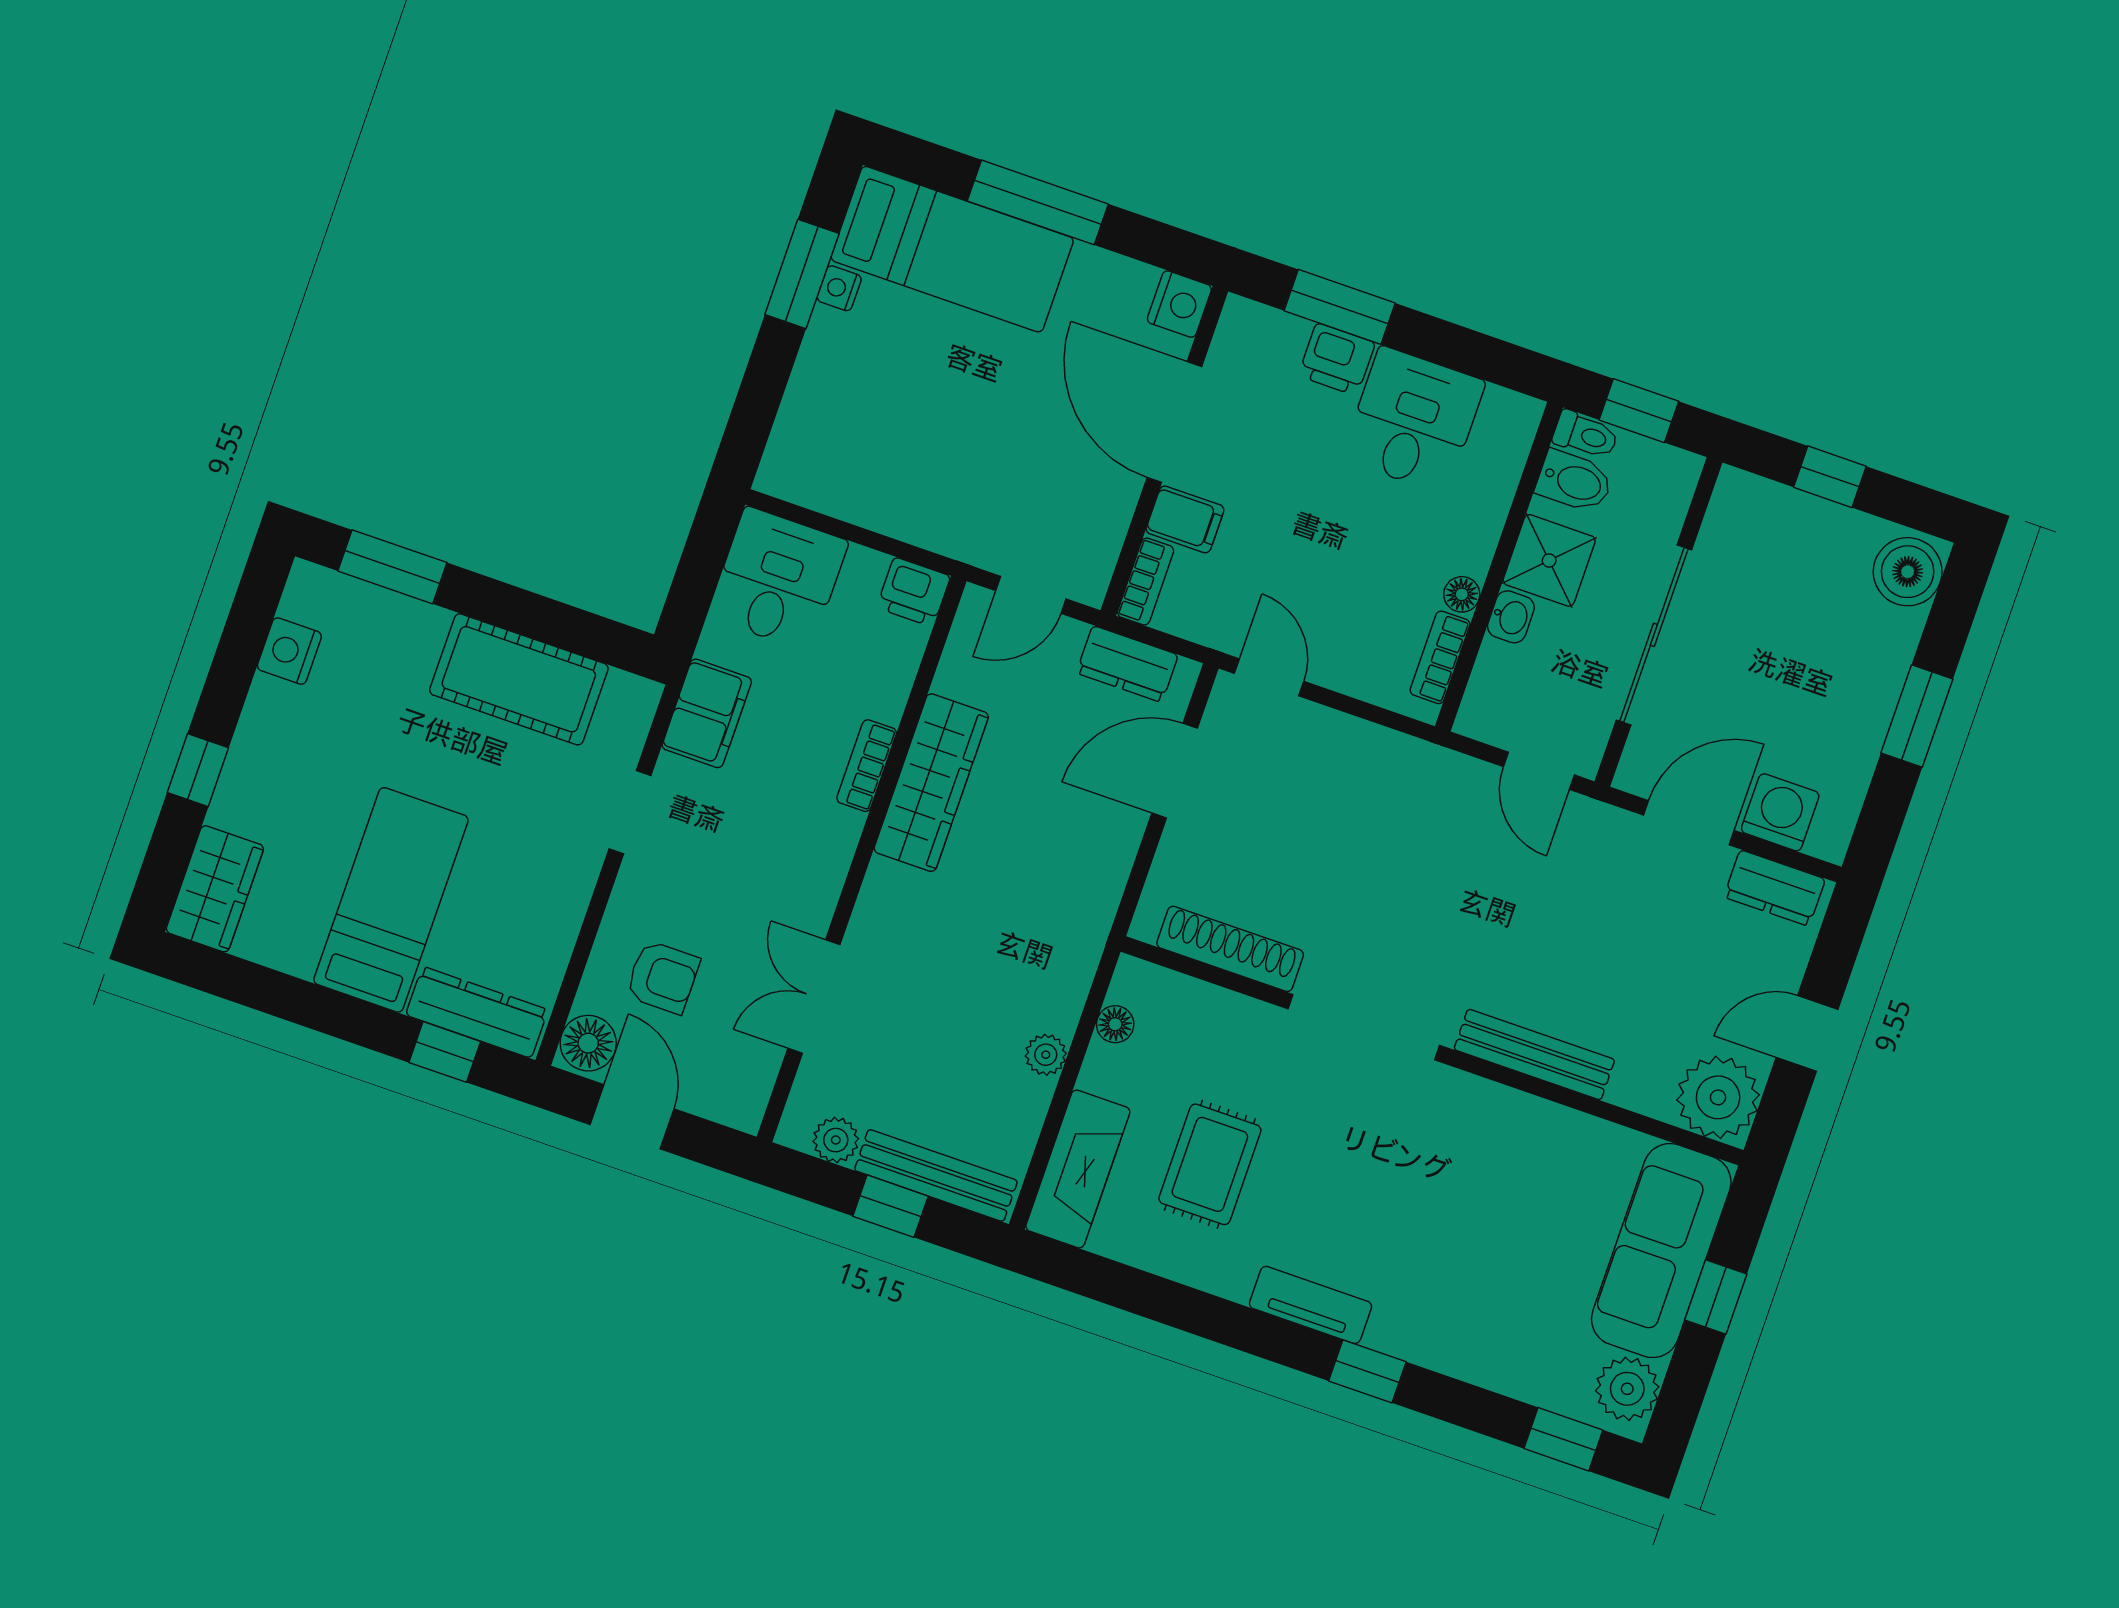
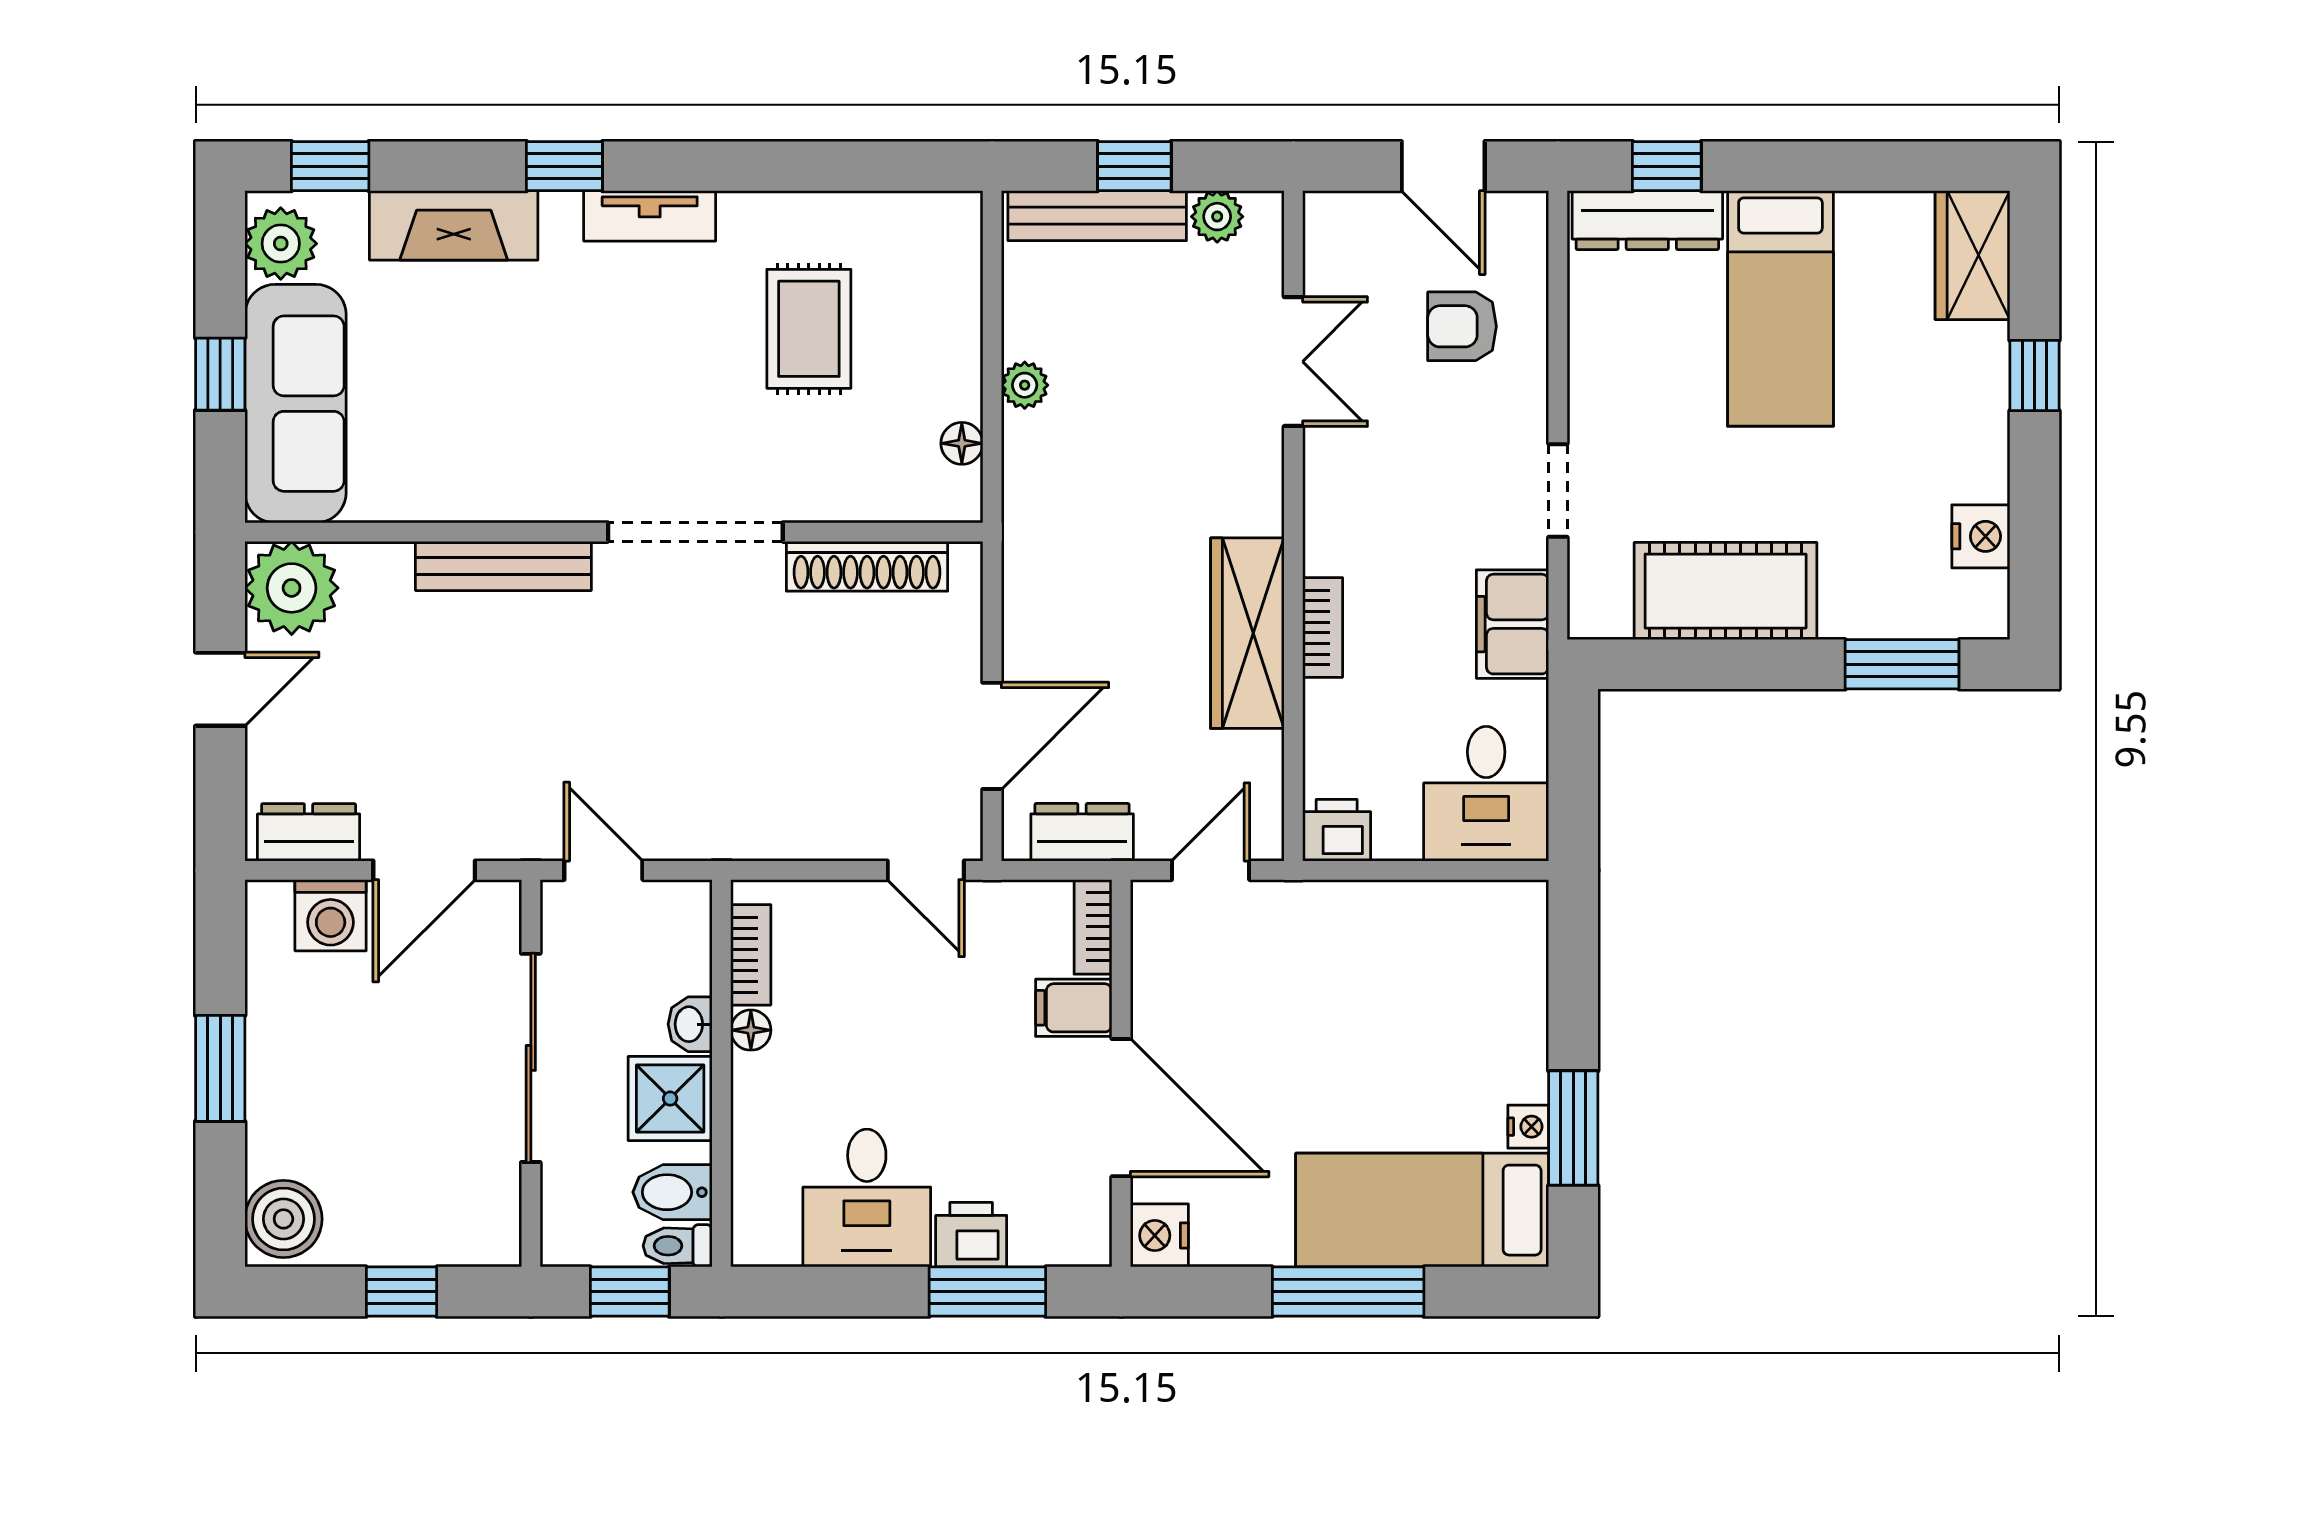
floor lamp: (588, 1043) -> (1517, 228), removed
fireplace: (1078, 1169) -> (454, 225), moved, turned -90

